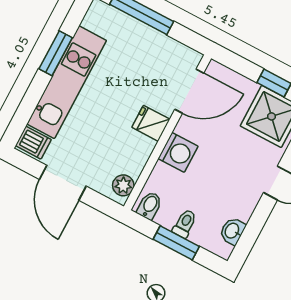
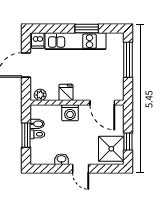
fridge: (151, 123) -> (66, 92), moved
bidet: (150, 206) -> (37, 124), moved
washbasin: (232, 231) -> (62, 159), moved

